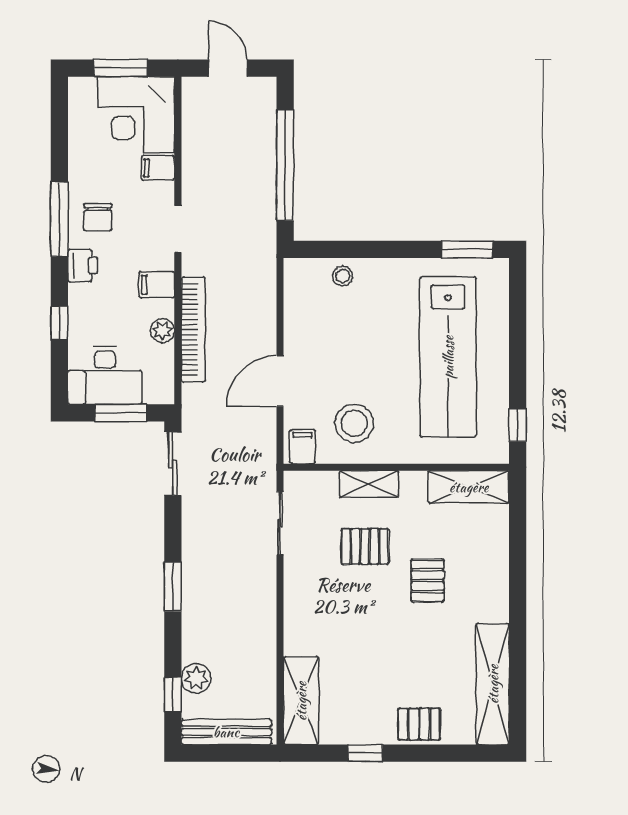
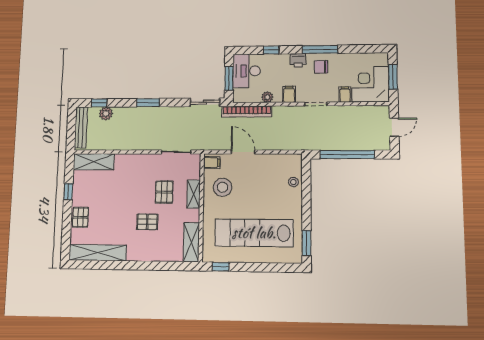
bookcase: (193, 330) -> (247, 111), moved

